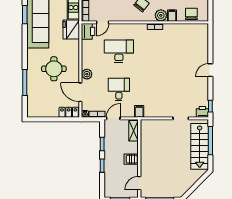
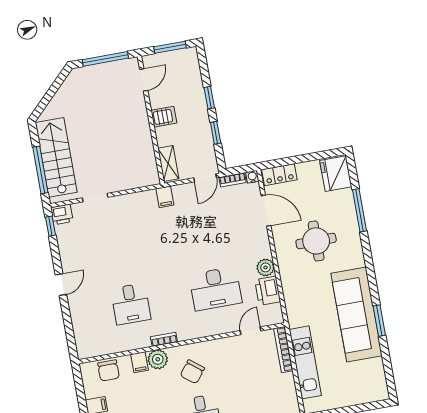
fridge: (71, 30) -> (336, 174), moved, turned 180
printer: (88, 31) -> (268, 291), moved
plant: (87, 74) -> (266, 267), moved
desk: (119, 90) -> (131, 304), moved

